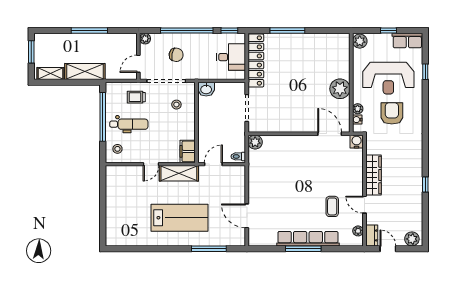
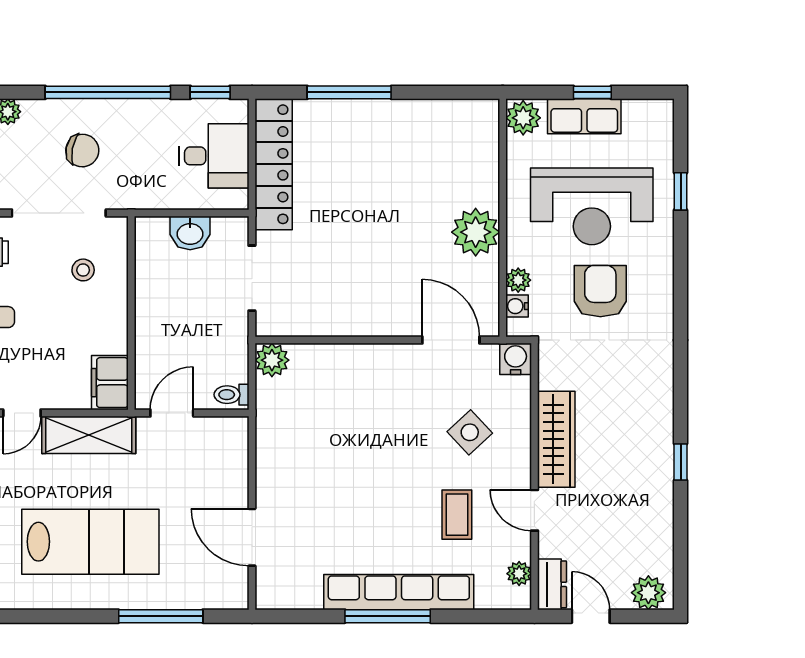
row of seats: (407, 41) -> (584, 116), moved
washbasin: (206, 89) -> (190, 233), moved
side table: (337, 172) -> (470, 432), added

